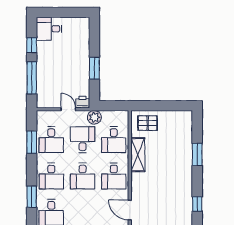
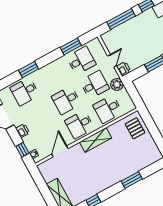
desk: (51, 140) -> (81, 61), turned 180
shelving: (138, 155) -> (96, 140), moved
desk: (51, 176) -> (53, 76), removed

